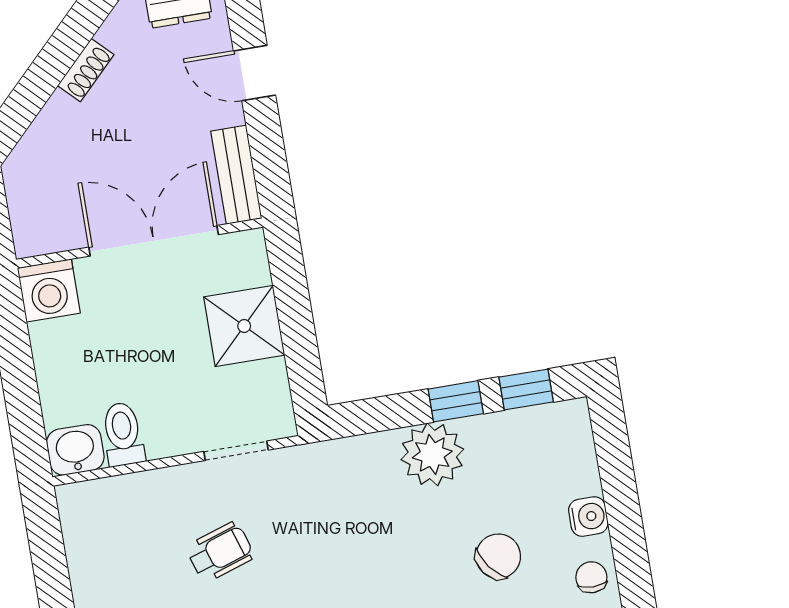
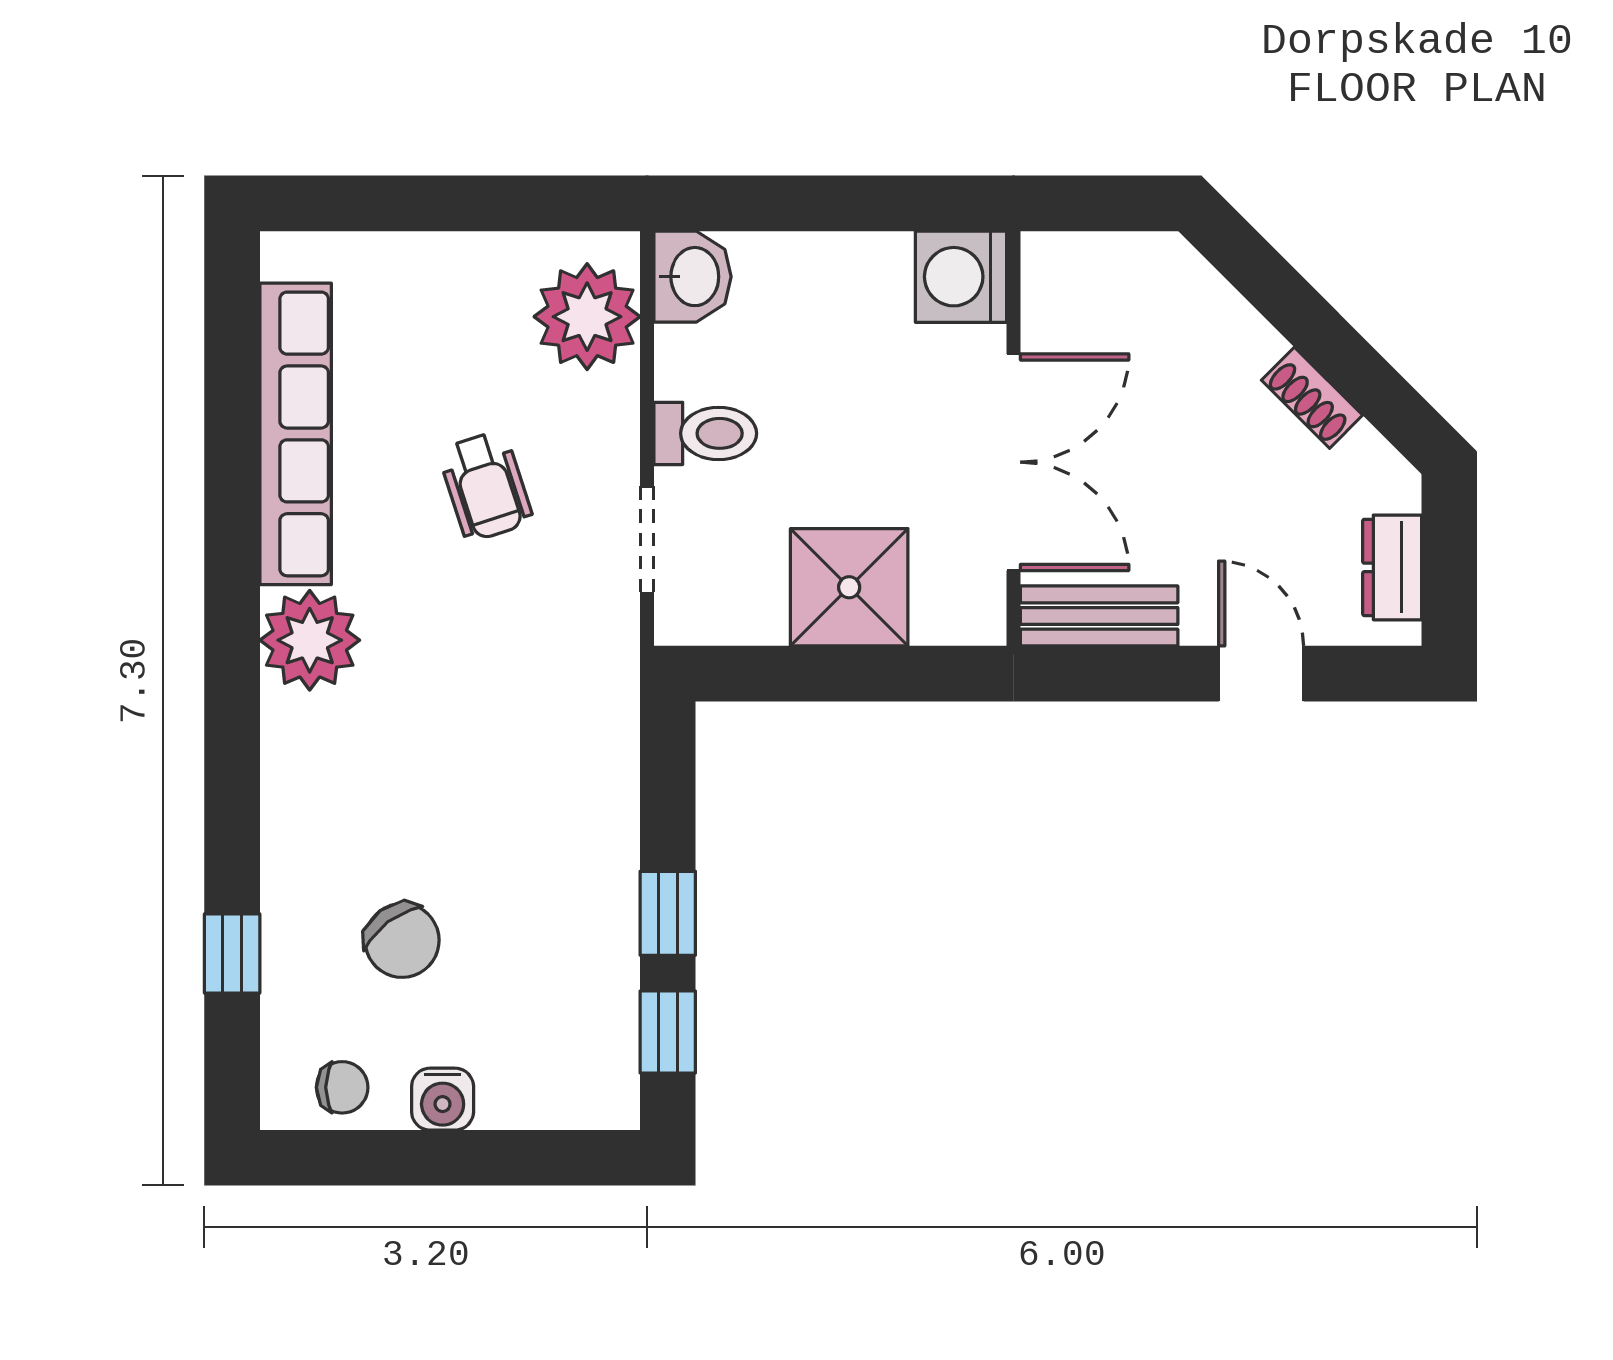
door: (255, 73) -> (1261, 674), hinge flipped
toilet: (123, 434) -> (705, 433), moved
plant: (432, 454) -> (587, 317), moved

